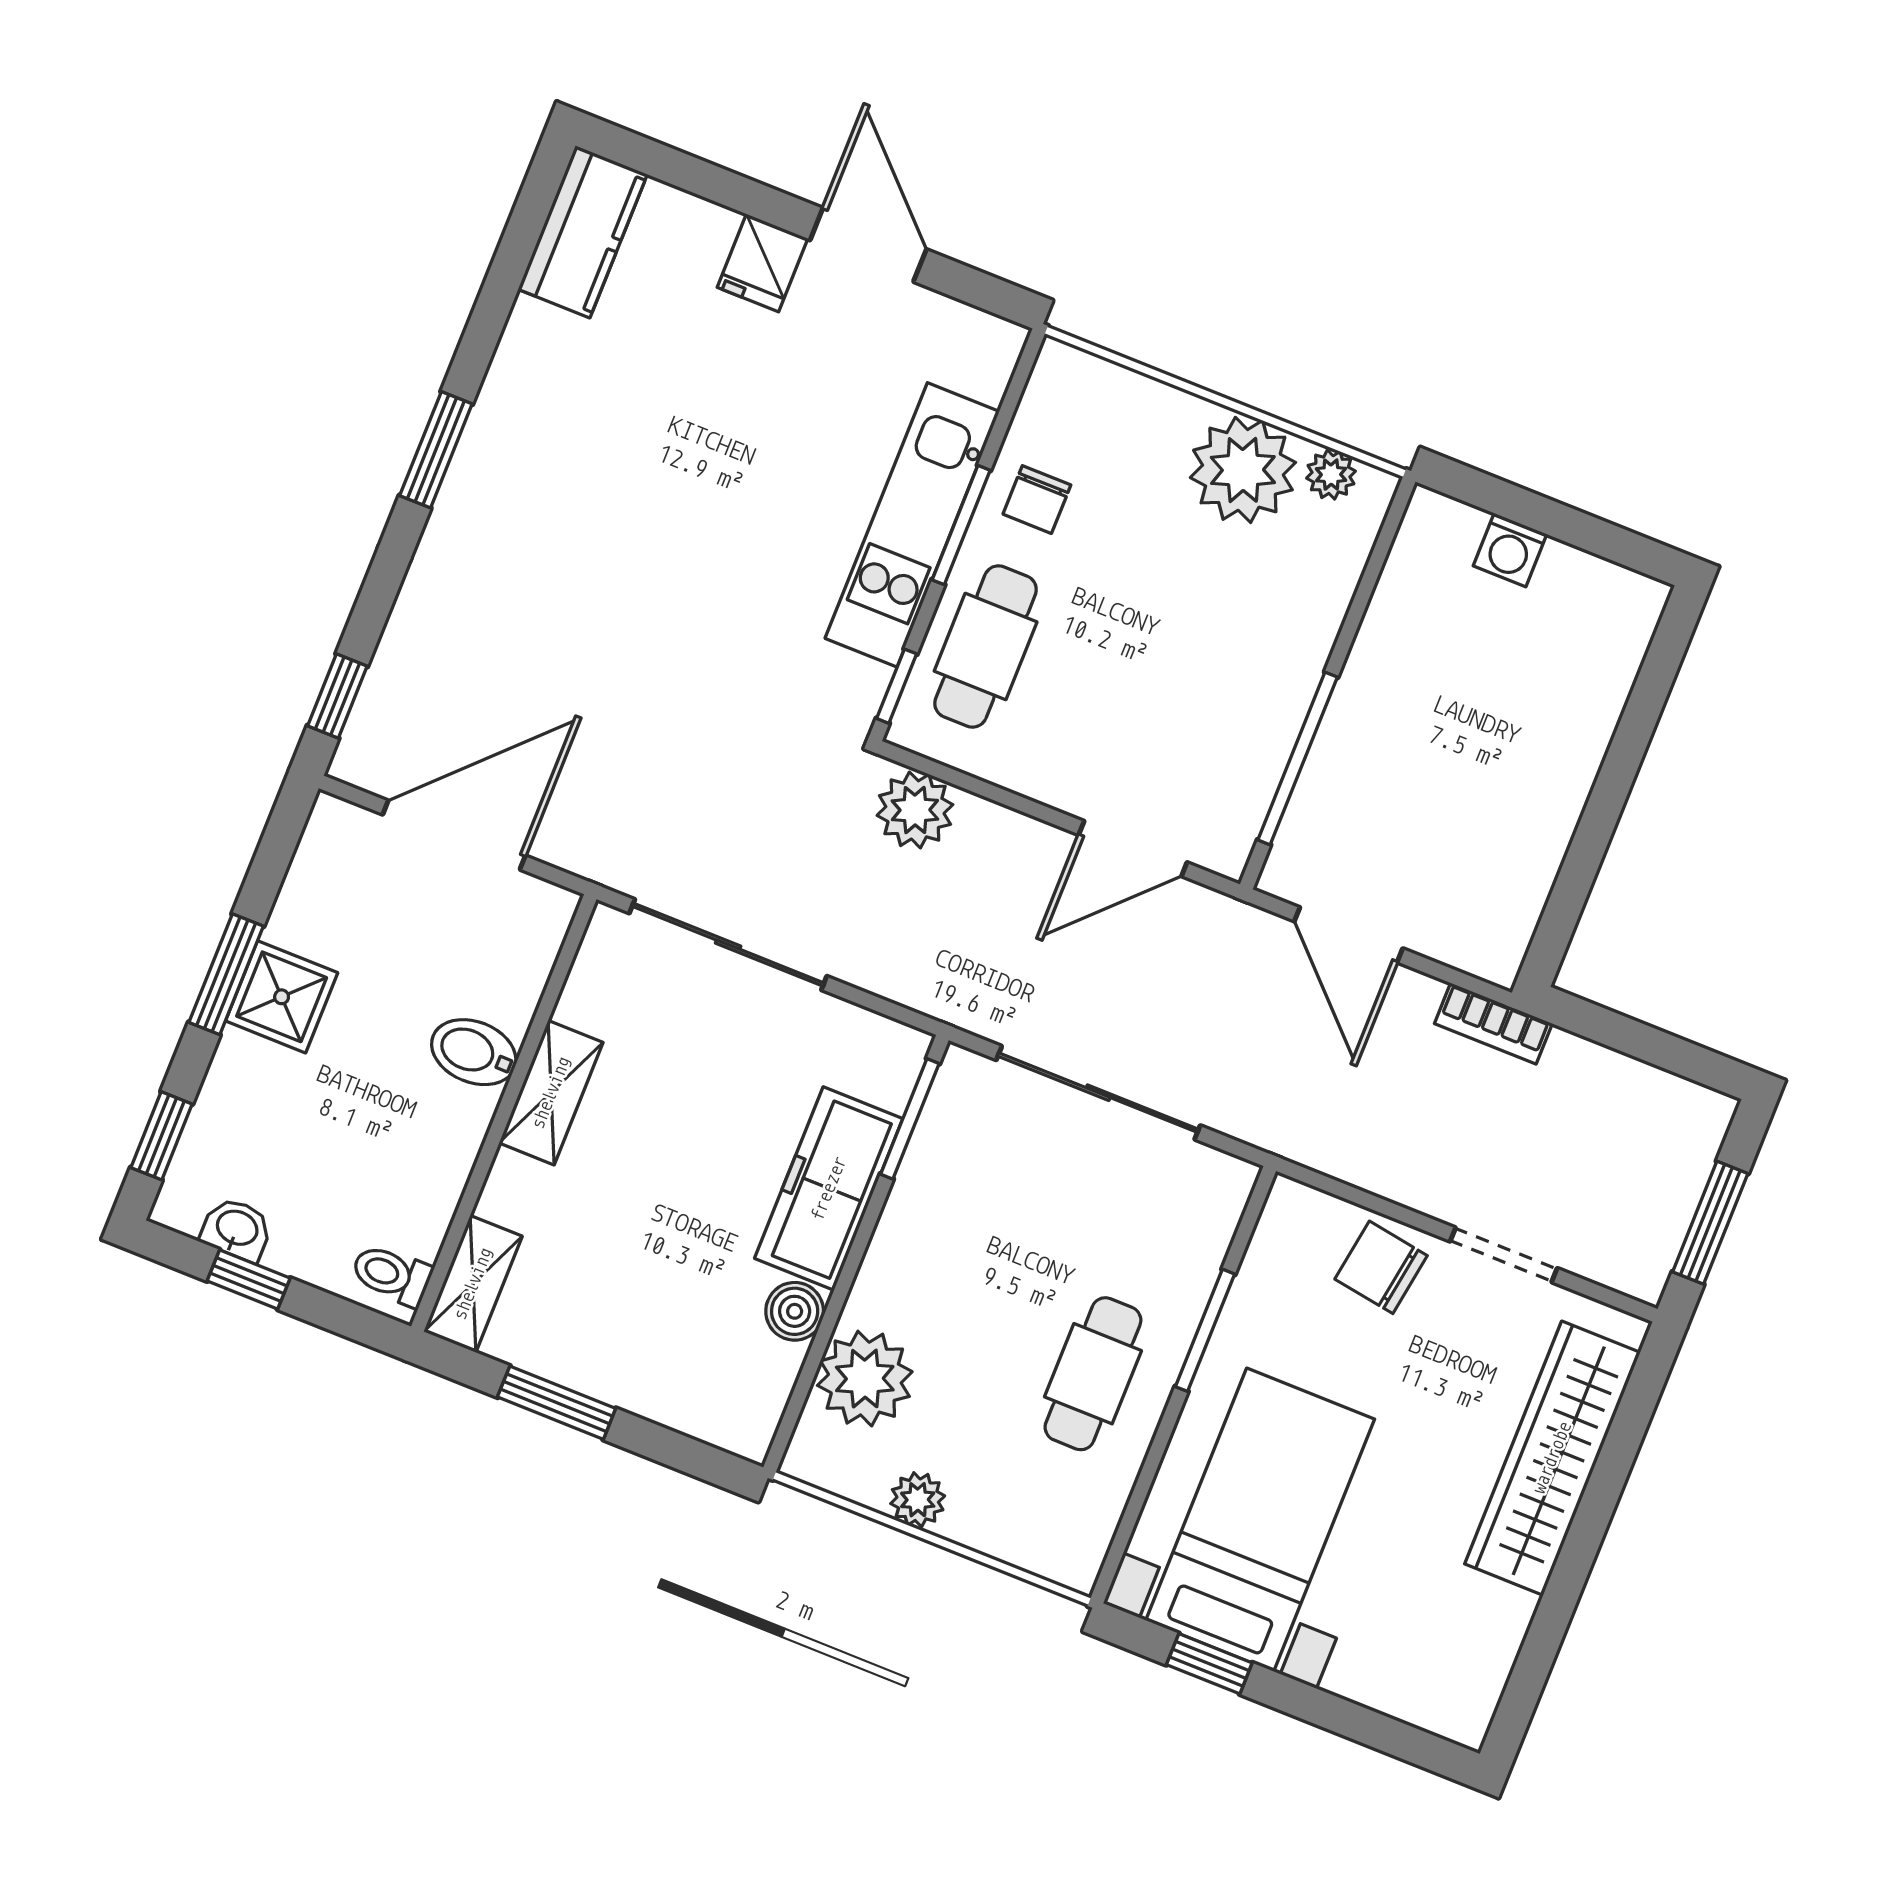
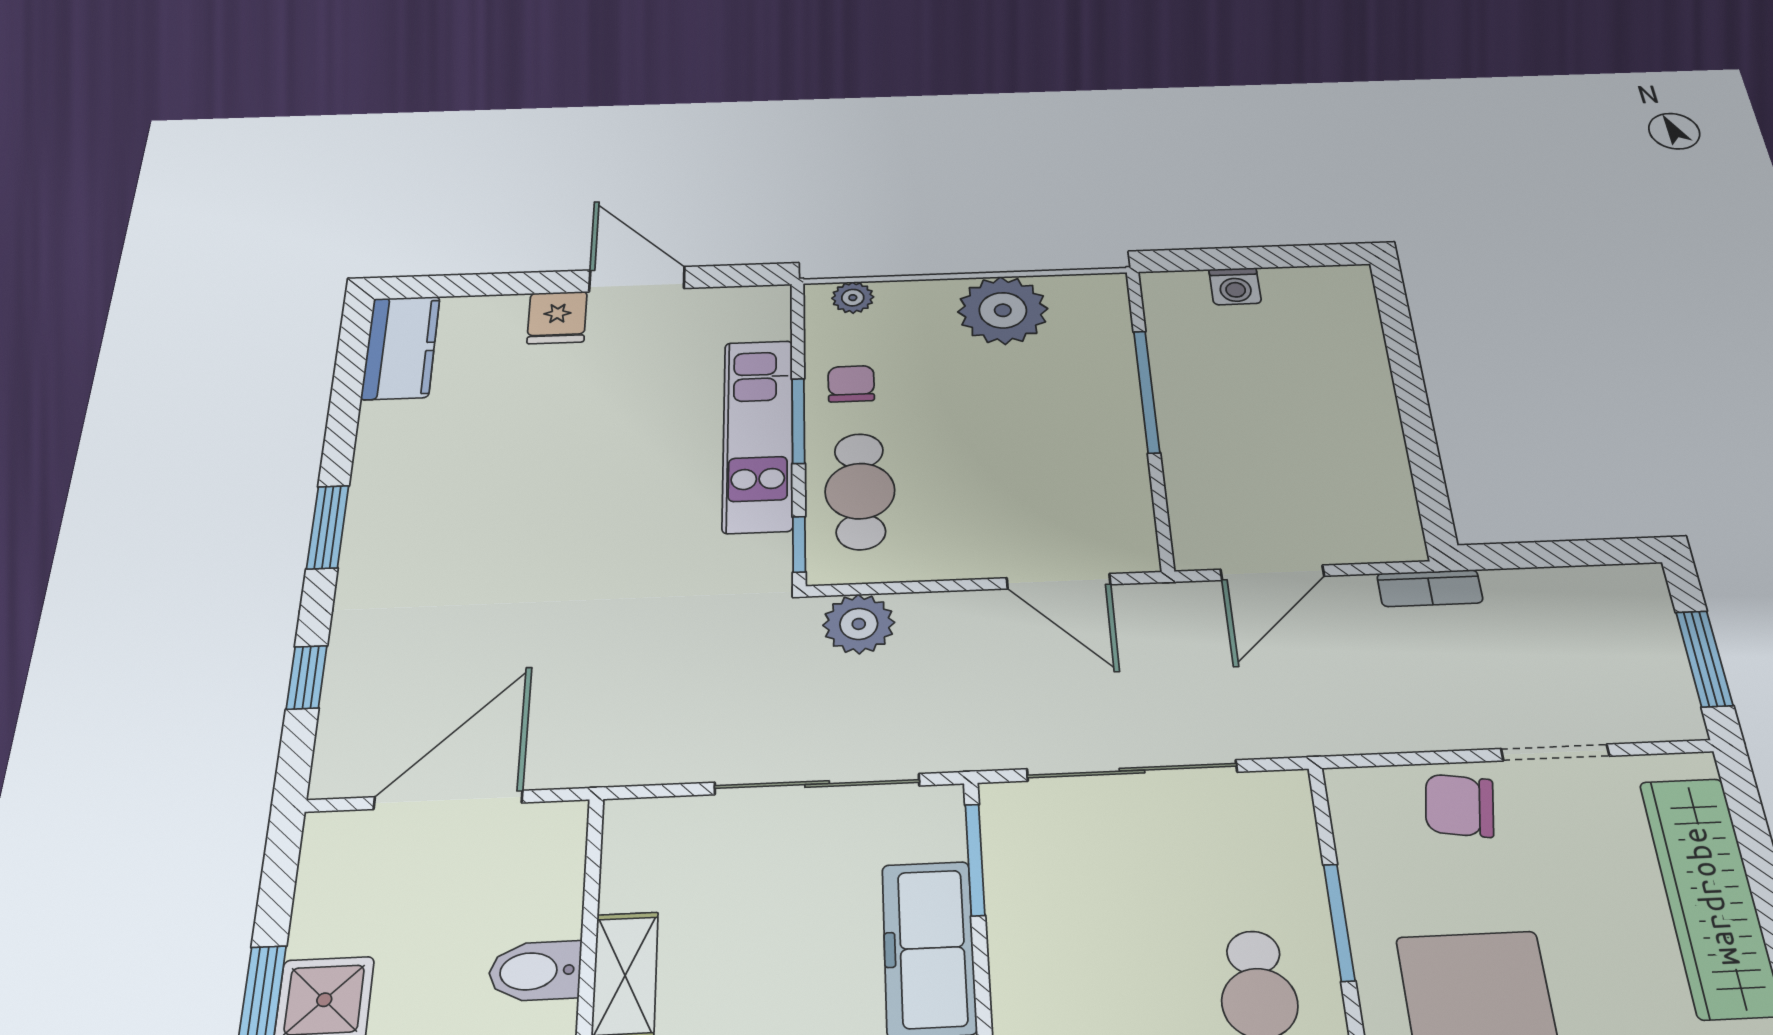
plant: (1331, 475) -> (853, 298), moved
chair: (1037, 500) -> (851, 384), turned 180
window: (337, 696) -> (307, 677), moved
window: (1298, 759) -> (1147, 391), moved
door: (1133, 849) -> (1059, 581), hinge flipped
door: (1348, 935) -> (1272, 573), hinge flipped
sliding door: (728, 945) -> (817, 784), moved

